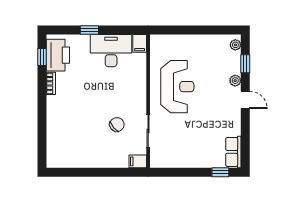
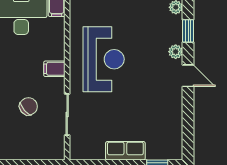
row of seats: (233, 152) -> (125, 151), moved, turned 90
filing cabinet: (138, 161) -> (54, 69), moved

